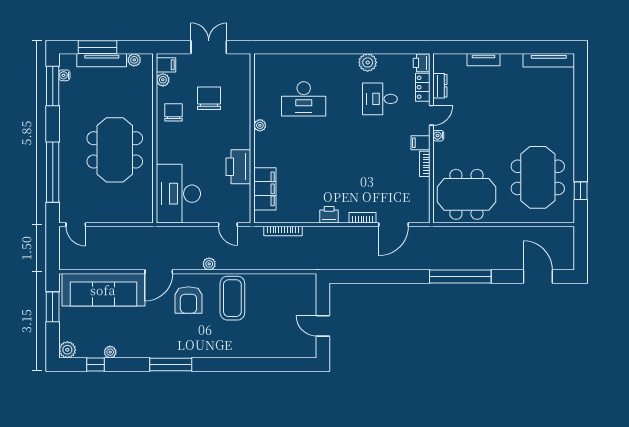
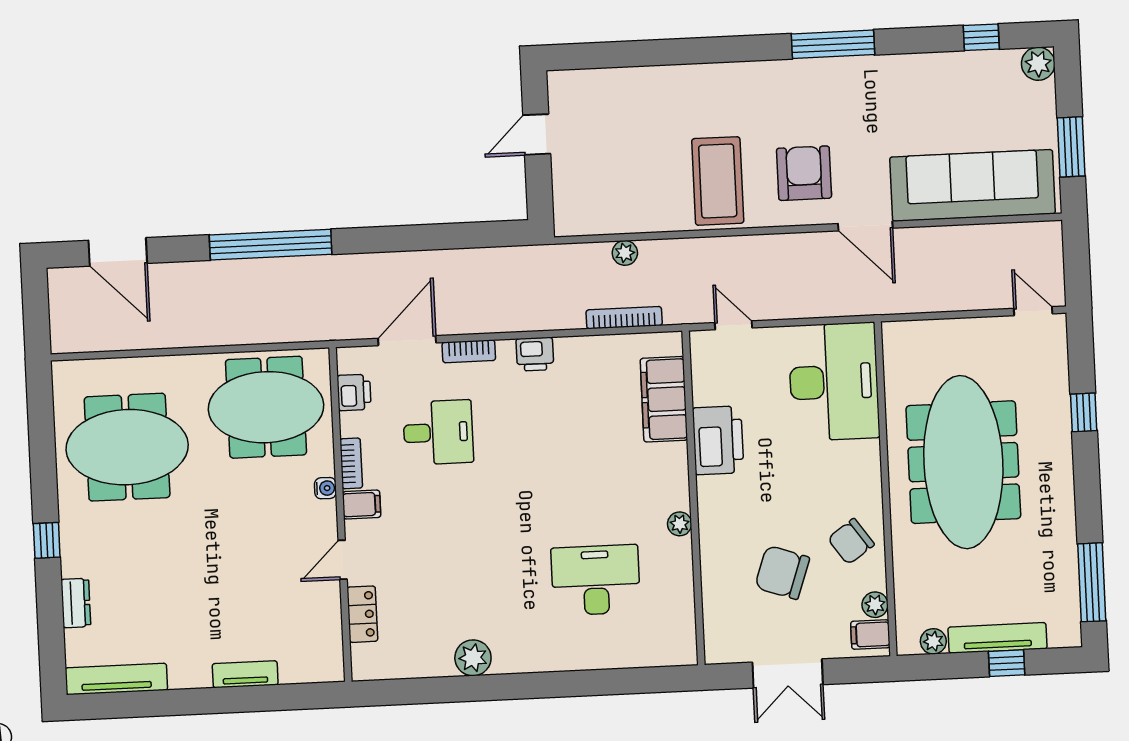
window: (98, 47) -> (1007, 663), width x0.46
printer: (422, 63) -> (354, 392), moved
water cooler: (64, 75) -> (1070, 604), removed
dresser: (440, 86) -> (76, 603), moved, turned 180
chair: (209, 98) -> (782, 572), turned 109
desk: (380, 99) -> (438, 432), moved
chair: (174, 112) -> (851, 541), turned 55
water cooler: (438, 136) -> (325, 488), moved
meeting table: (115, 150) -> (963, 462), width x1.36
window: (53, 172) -> (1084, 412), width x0.32
meeting table: (538, 177) -> (127, 447), turned 90
window: (581, 191) -> (47, 540), moved
plant: (209, 264) -> (625, 253), moved
door: (159, 272) -> (865, 226), swing flipped
door: (323, 326) -> (537, 134), swing flipped
plant: (110, 352) -> (954, 63), removed

